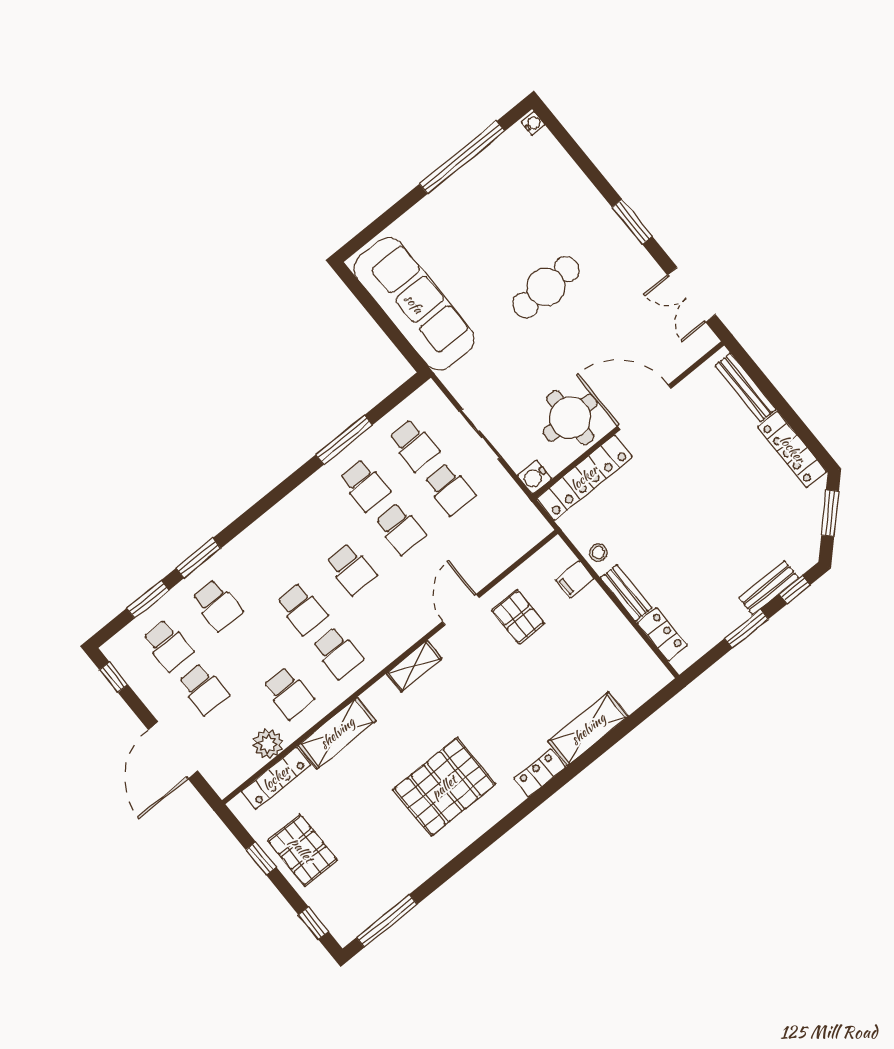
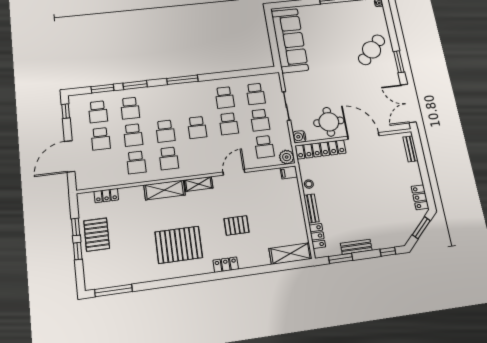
cafe table: (546, 287) -> (372, 50), moved, turned -44
double door: (691, 295) -> (408, 103), width x1.37
bench: (745, 387) -> (410, 149), width x0.73
window: (344, 440) -> (182, 80), moved
locker: (792, 449) -> (420, 197), width x0.66
school desk: (485, 533) -> (264, 147), added
filing cabinet: (575, 579) -> (289, 172), moved
bench: (769, 588) -> (356, 247), moved
pallet: (518, 617) -> (237, 225), moved, turned 90
window: (746, 629) -> (341, 258), moved
school desk: (253, 649) -> (133, 135), added
shelving: (588, 729) -> (290, 254), moved
shelving: (337, 733) -> (165, 190), moved
plant: (268, 744) -> (287, 157), moved
locker: (276, 778) -> (106, 196), width x0.66
window: (313, 923) -> (78, 251), moved

